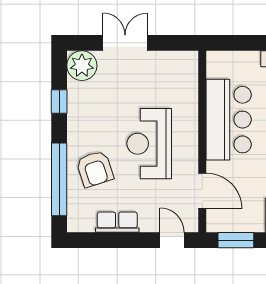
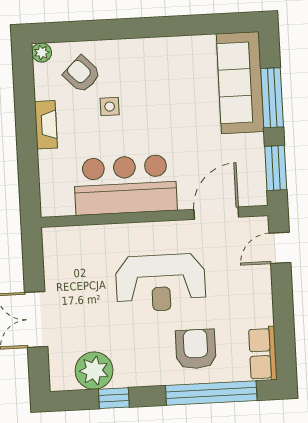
plant: (82, 66) -> (94, 371), moved
armchair: (95, 169) -> (196, 349), turned -72
row of seats: (117, 222) -> (263, 354), moved

